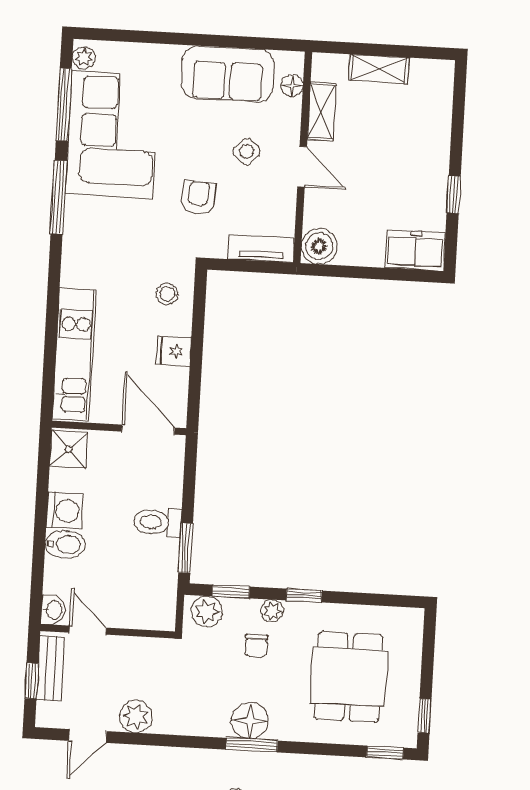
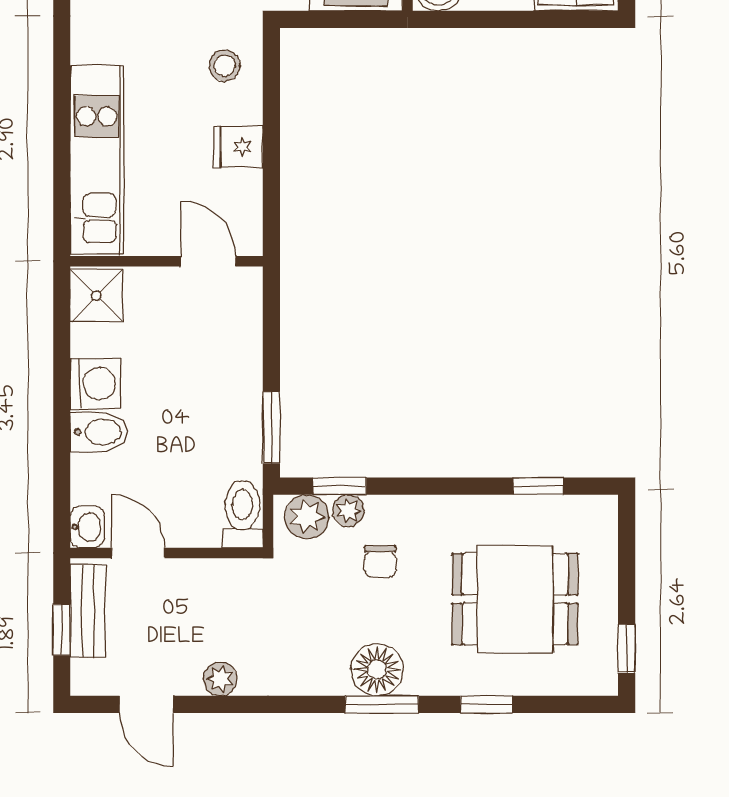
door: (148, 430) -> (208, 261), width x0.73
toilet: (157, 522) -> (242, 514), moved, turned 90
window: (304, 596) -> (538, 486), moved
plant: (272, 611) -> (348, 511), moved
dining table: (349, 677) -> (515, 599), turned 90
plant: (136, 717) -> (220, 679), width x0.73, depth x0.73
door: (88, 736) -> (146, 704), hinge flipped
window: (385, 753) -> (487, 704), moved

